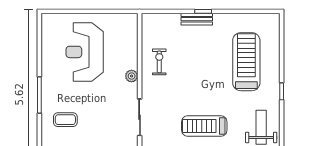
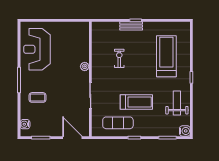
reception desk: (85, 52) -> (37, 49), moved
exercise bike: (159, 62) -> (119, 58), moved
treadmill: (204, 126) -> (136, 102), turned 180

